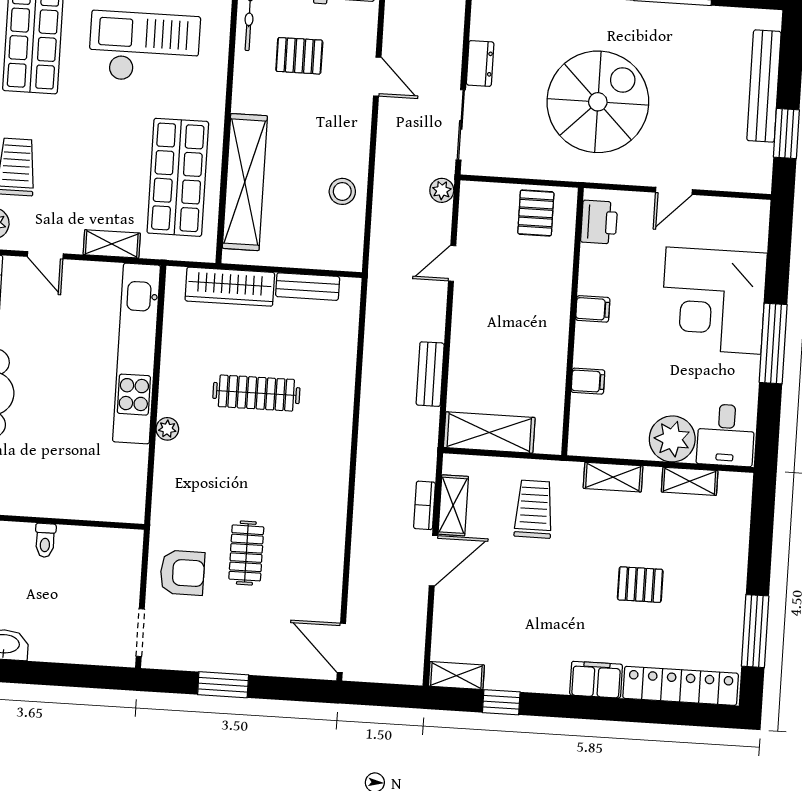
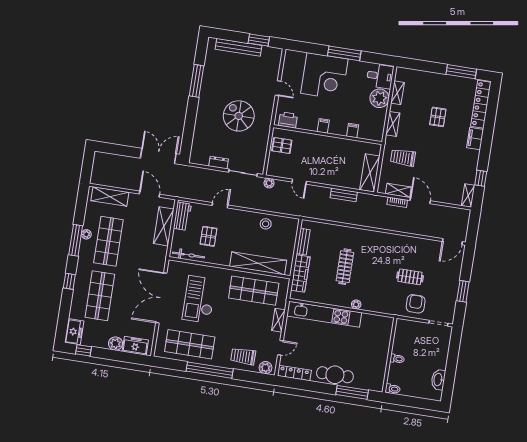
spiral stairs: (598, 102) -> (239, 116), width x0.73, depth x0.73

